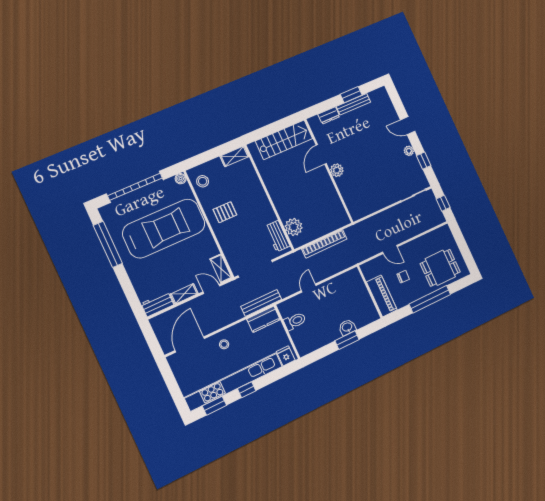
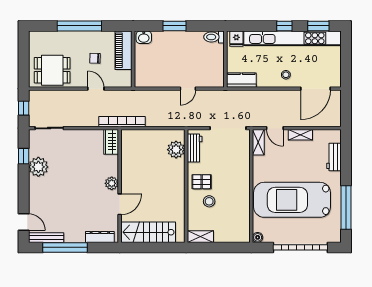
window: (351, 95) -> (65, 247), width x2.11
bench: (353, 104) -> (46, 238), moved
dresser: (329, 115) -> (100, 237), width x1.44
door: (408, 126) -> (24, 222), moved
plant: (409, 151) -> (38, 167), width x1.88, depth x1.88
stool: (203, 181) -> (209, 201), moved
wardrobe: (355, 208) -> (111, 142), added
pallet: (225, 212) -> (202, 182), moved
bookcase: (324, 244) -> (122, 122), moved
dining table: (440, 268) -> (52, 70), moved
bench: (261, 303) -> (237, 95), removed
workbench: (157, 304) -> (334, 157), moved, turned 90
toilet: (295, 321) -> (214, 37), moved
washbasin: (347, 327) -> (144, 37), moved

